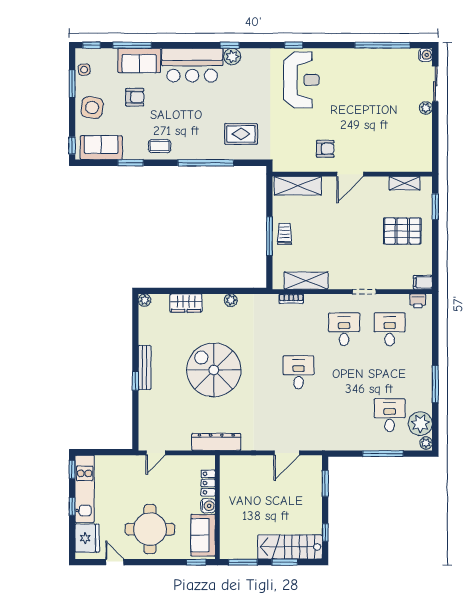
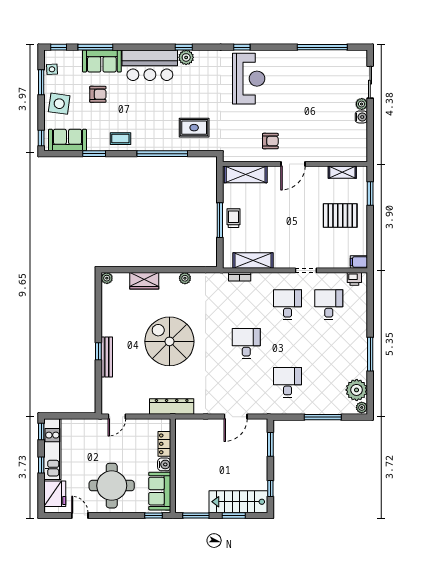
water cooler: (426, 55) -> (361, 117), moved
bench: (145, 367) -> (107, 357), moved
desk: (390, 415) -> (287, 382), moved

